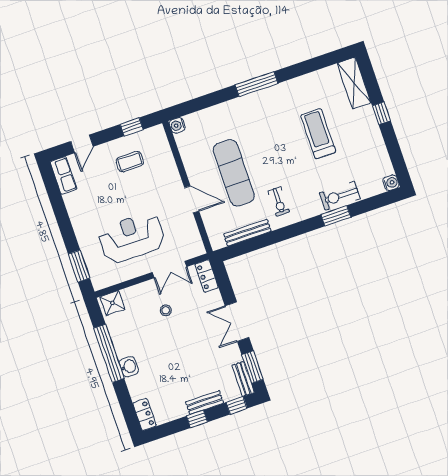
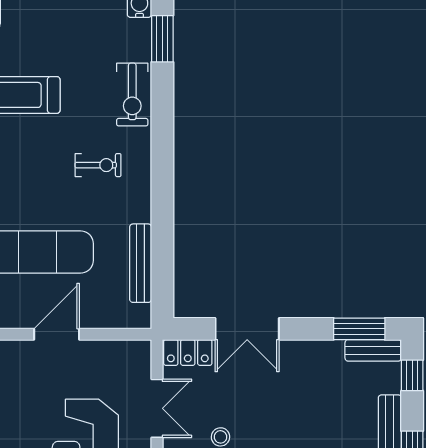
exercise bike: (279, 201) -> (98, 165), moved
window: (336, 216) -> (162, 39), moved
double door: (237, 322) -> (247, 329), moved

